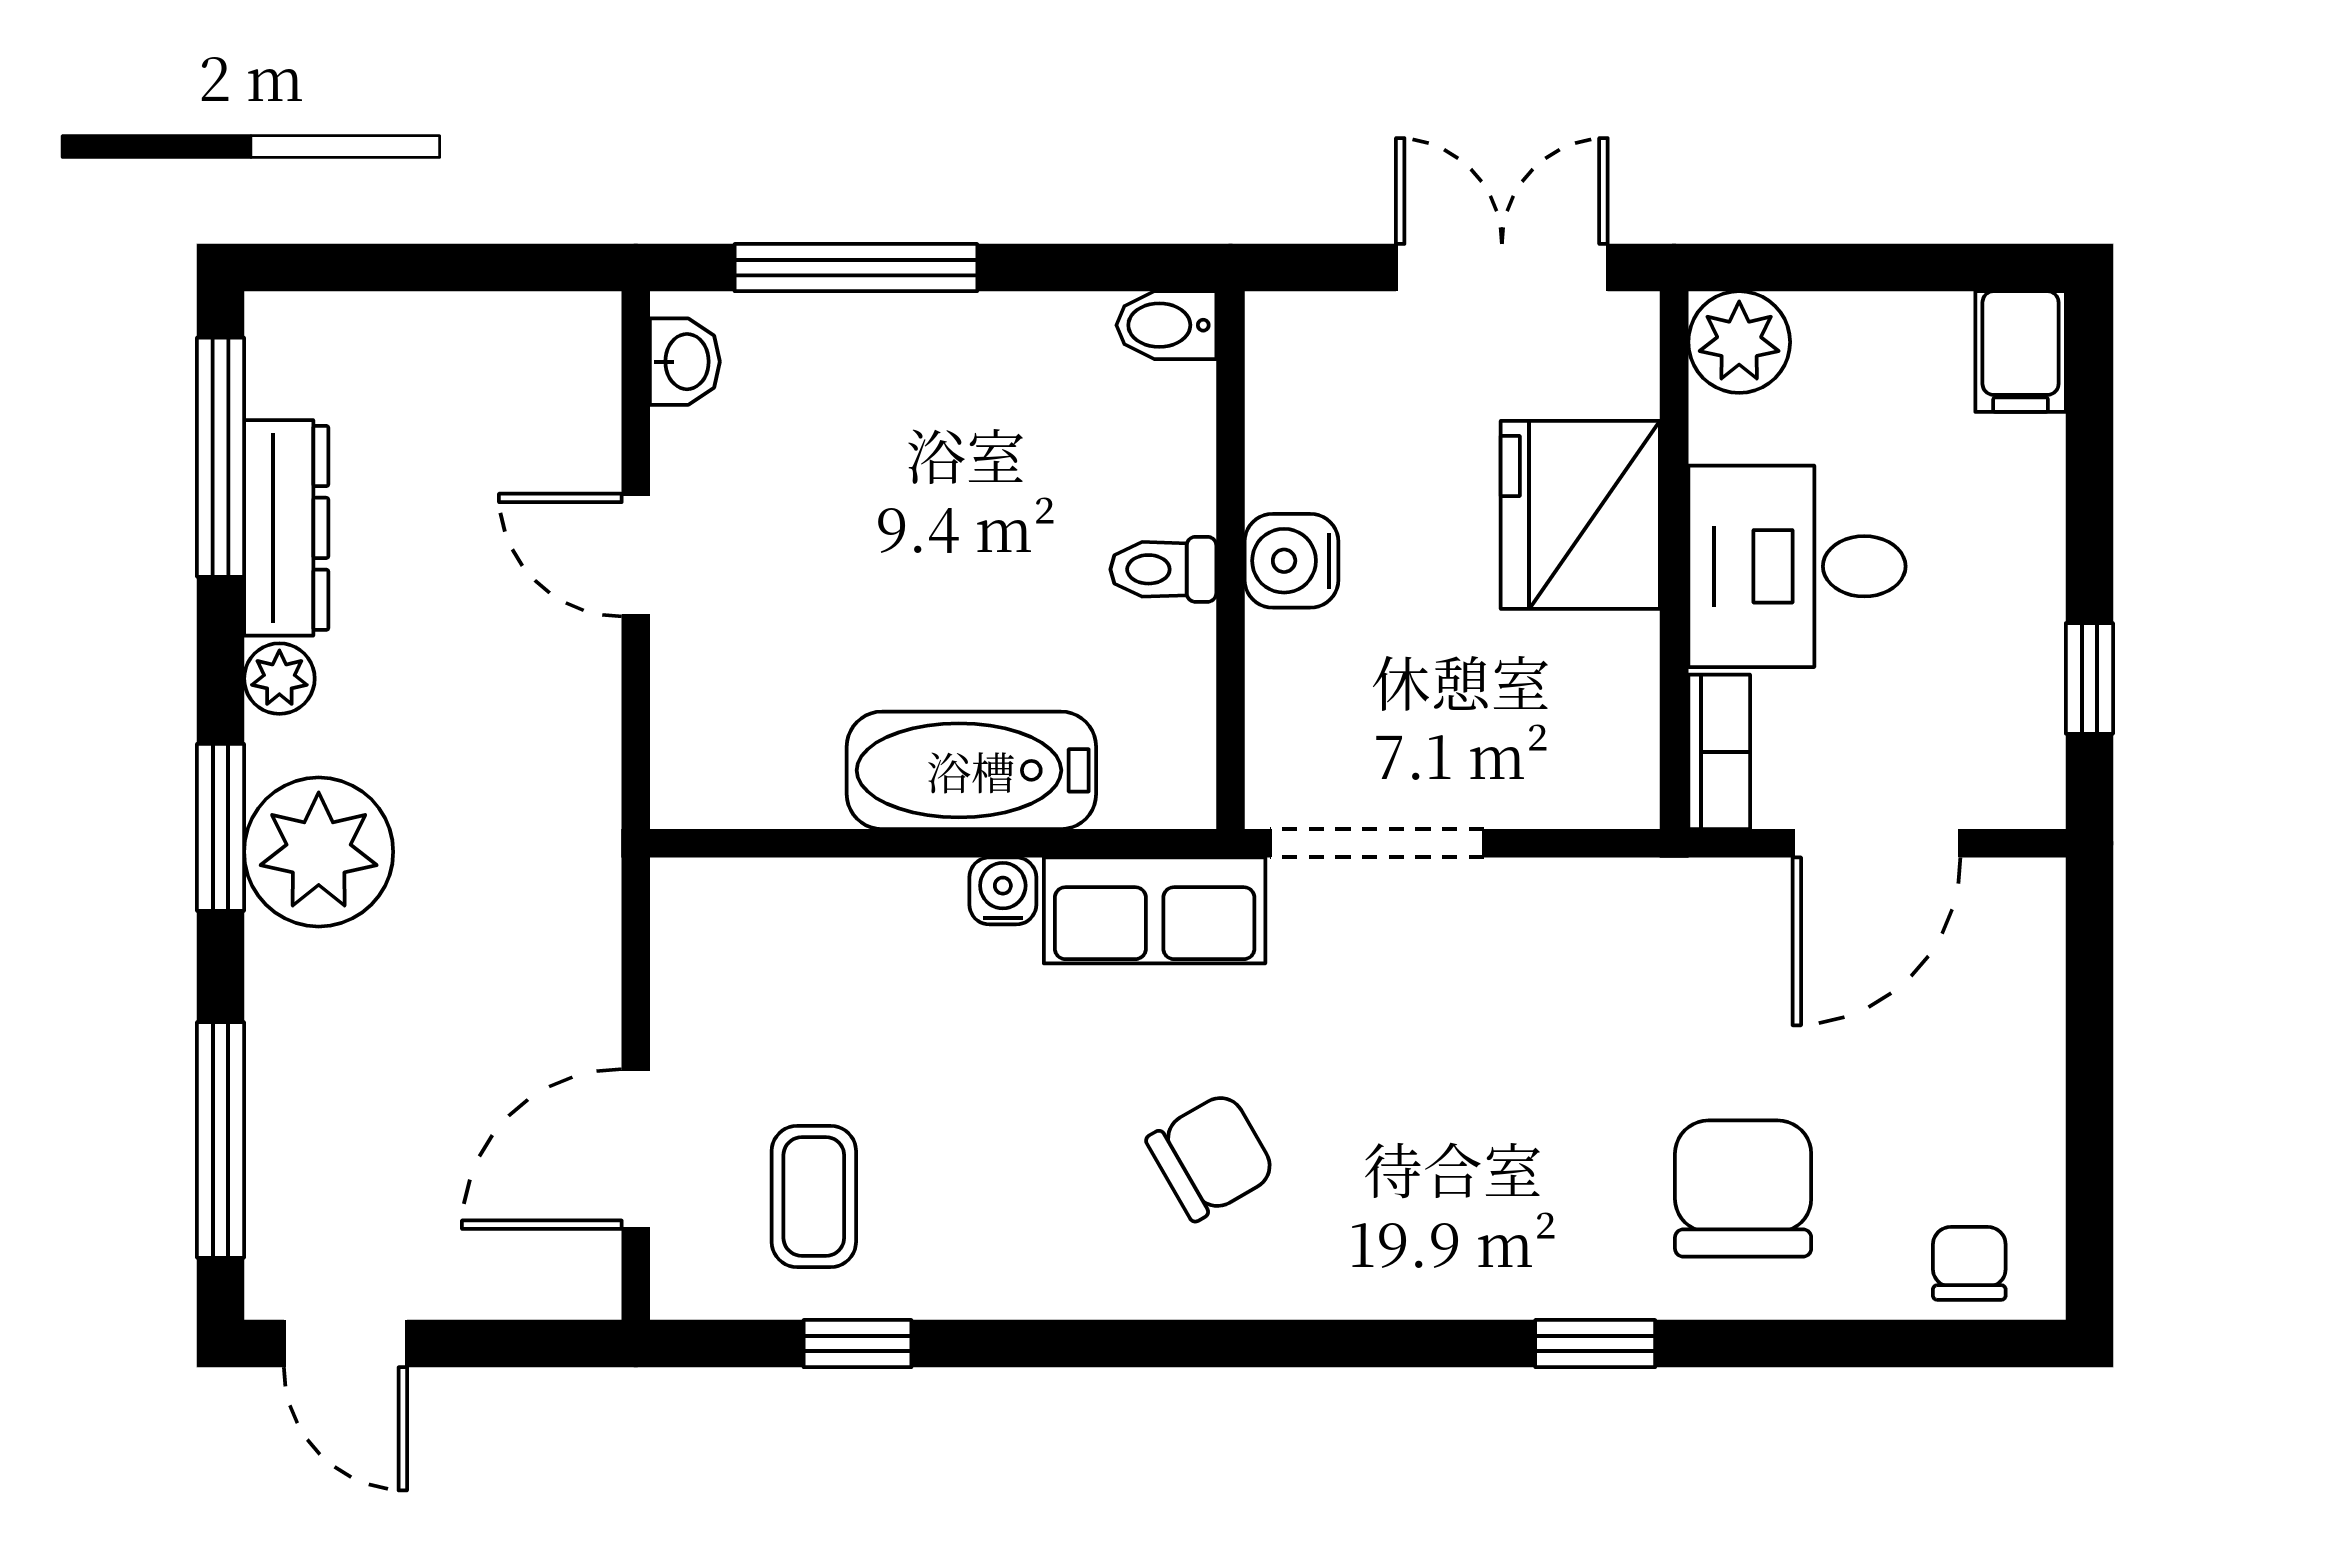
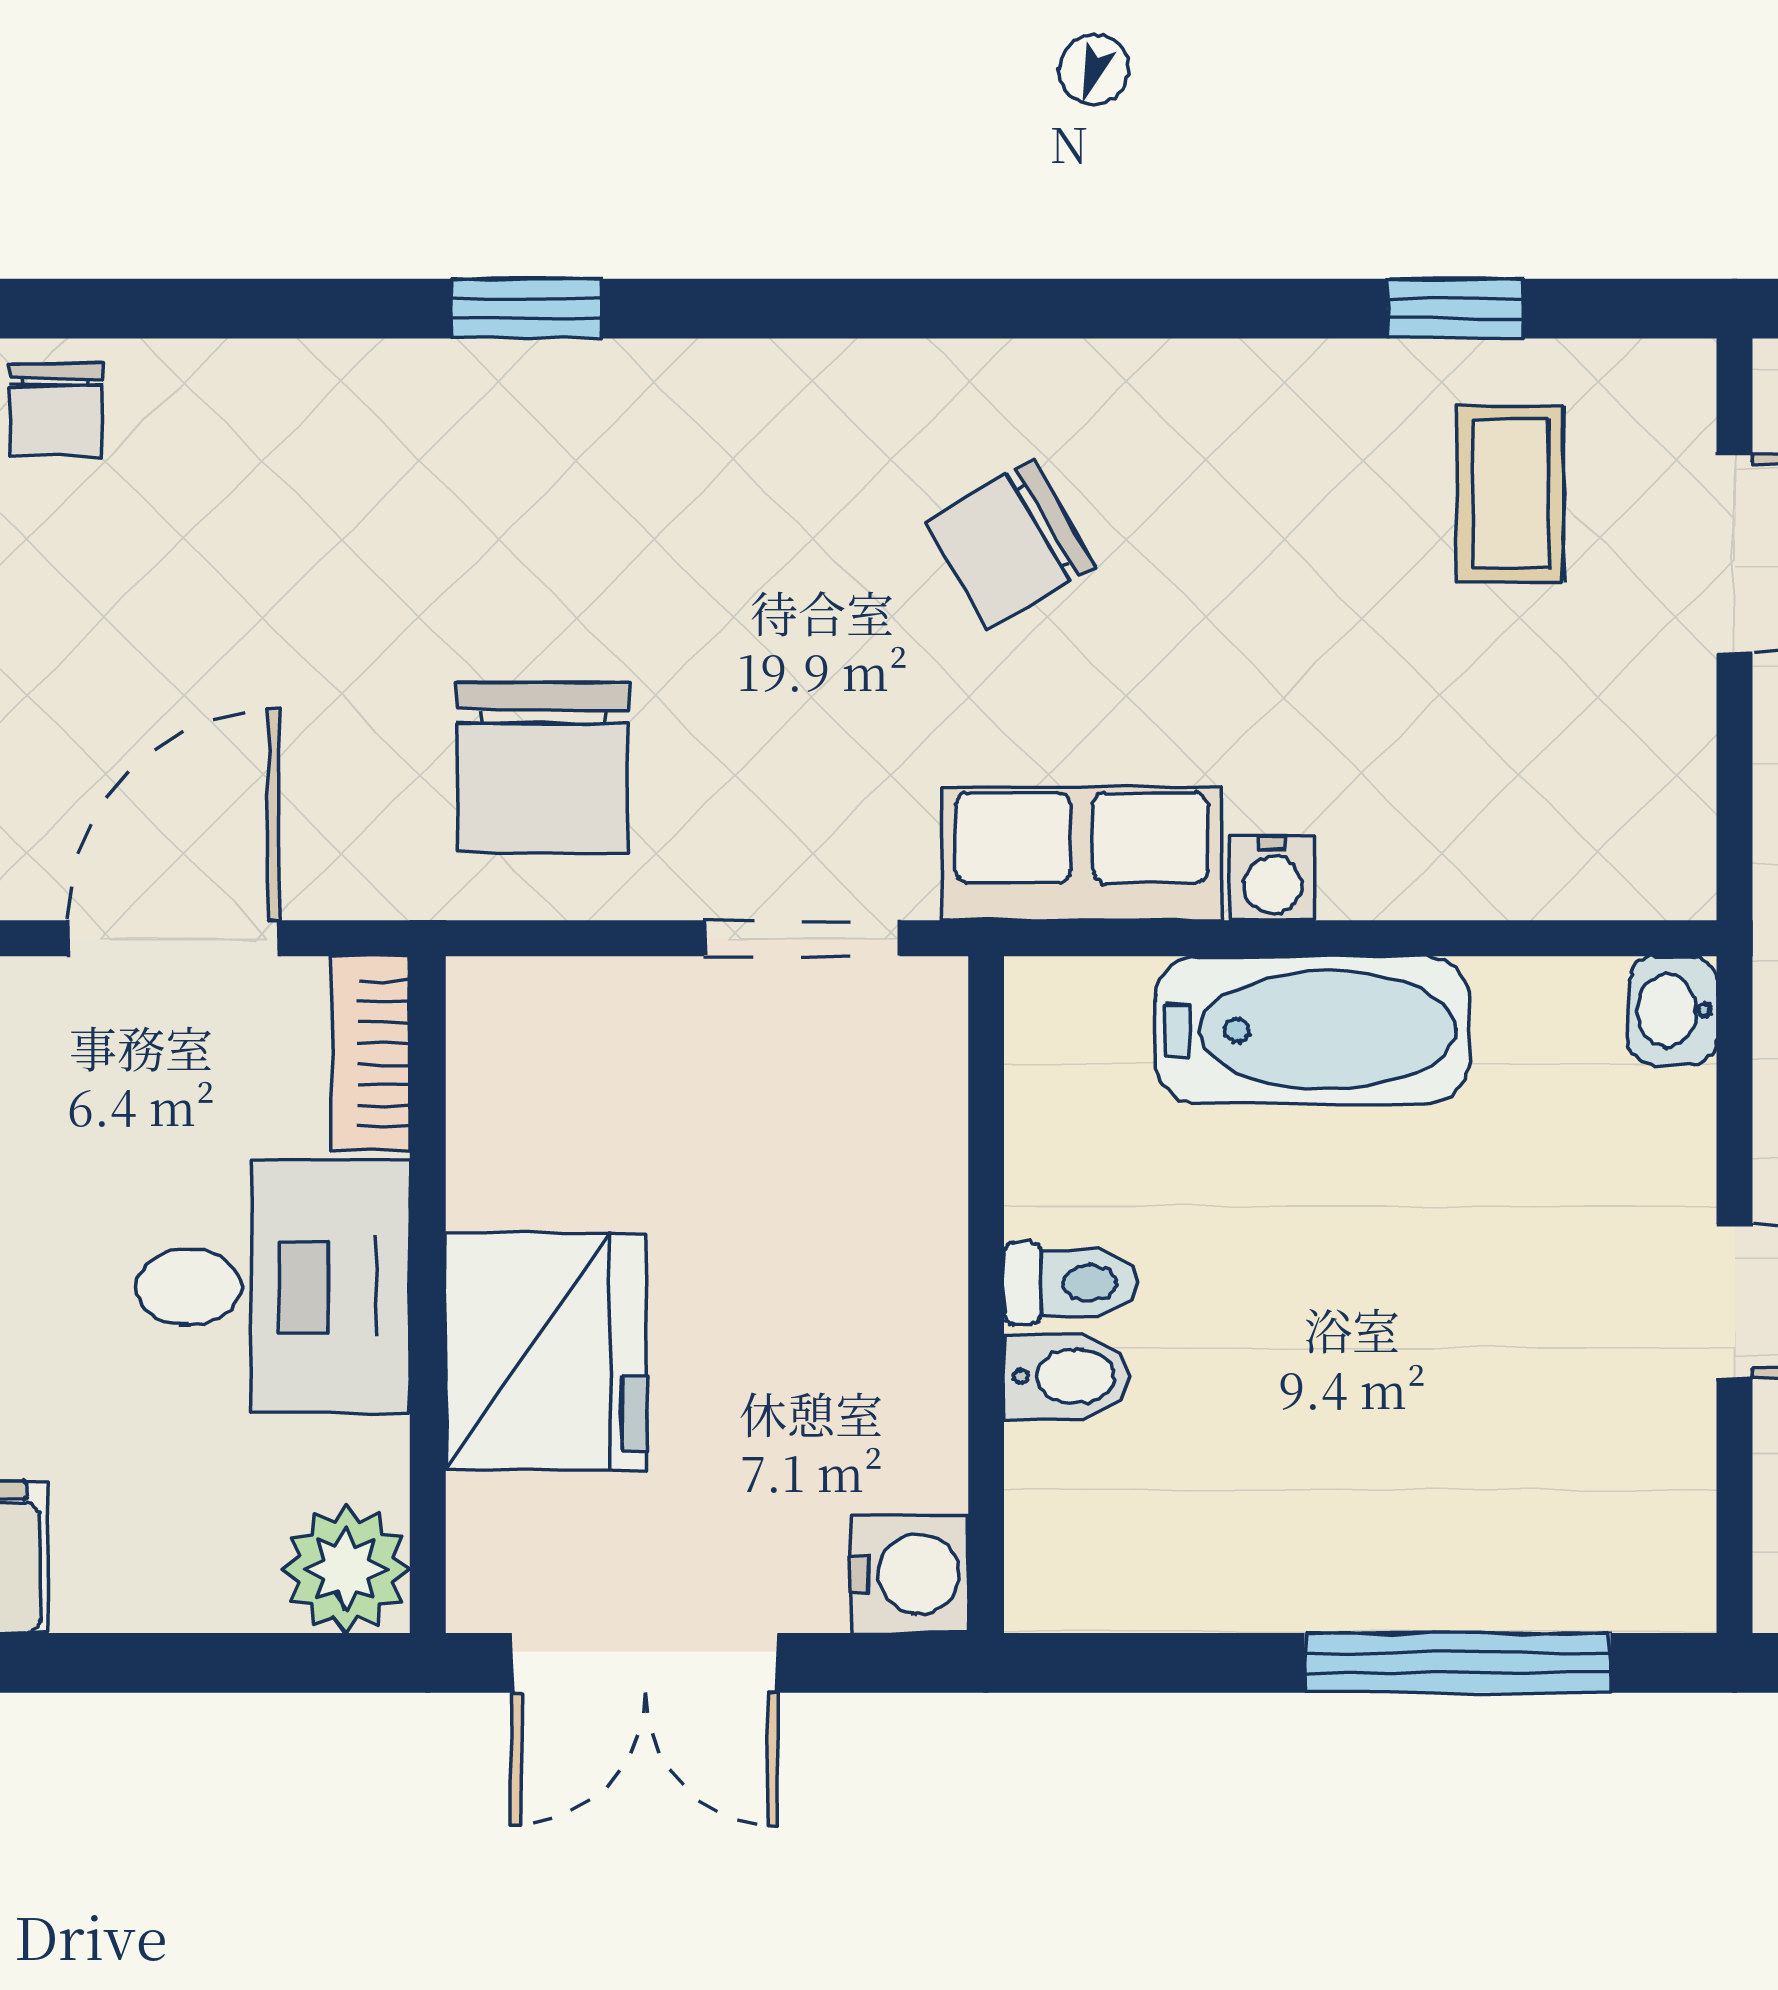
bidet: (1166, 325) -> (1067, 1376), moved
washbasin: (685, 362) -> (1673, 1010), moved
water cooler: (1292, 561) -> (909, 1574), moved
doorway: (1377, 843) -> (802, 938), width x0.73
chair: (1743, 1188) -> (542, 768), moved

